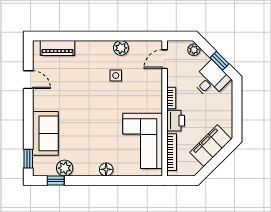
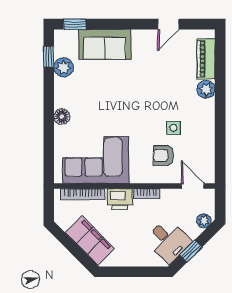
plant: (121, 48) -> (206, 89), moved
armchair: (139, 84) -> (163, 155), added

